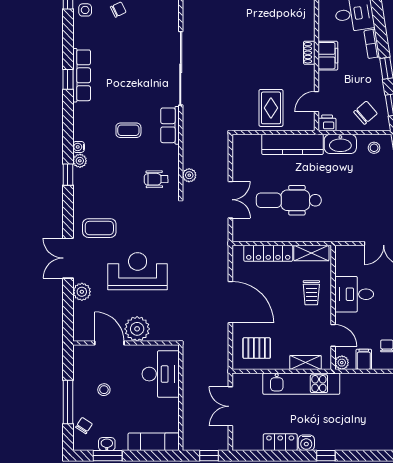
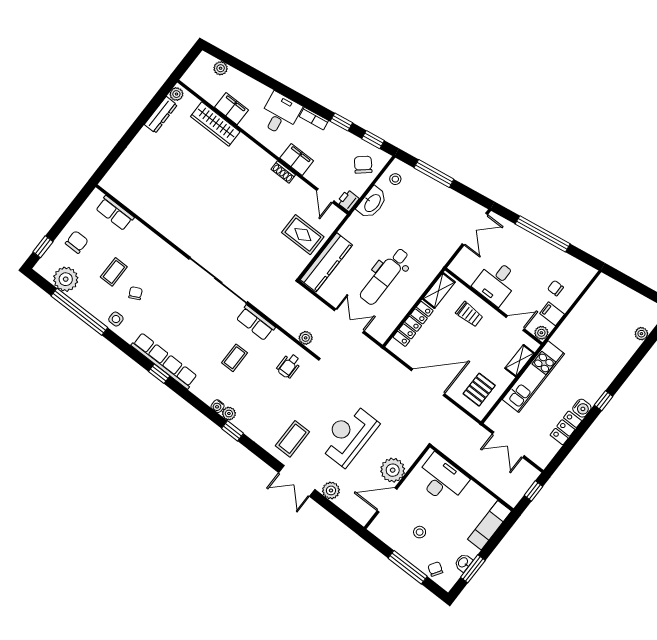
row of seats: (82, 75) -> (164, 361), width x1.36
kitchen counter: (292, 144) -> (326, 262), moved

